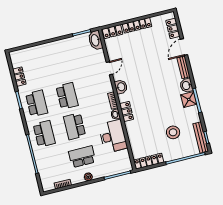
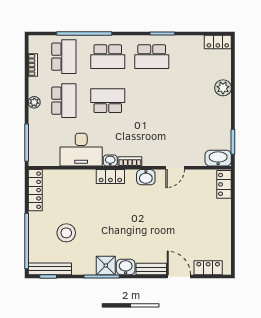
locker: (137, 25) -> (224, 220), removed
plant: (46, 49) -> (223, 88), added
door: (109, 68) -> (175, 168), hinge flipped
locker: (19, 77) -> (218, 42), moved
school desk: (67, 96) -> (64, 57), moved, turned -90

